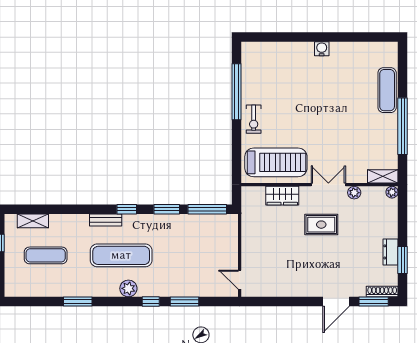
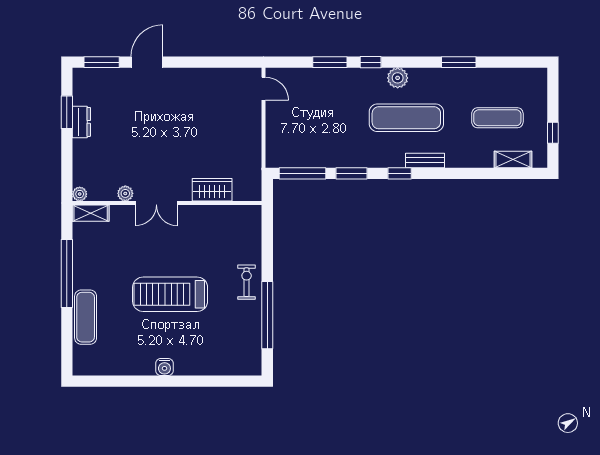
treadmill: (276, 162) -> (170, 294), moved
rug: (321, 225) -> (165, 155), removed
shoe rack: (382, 292) -> (92, 74), removed

